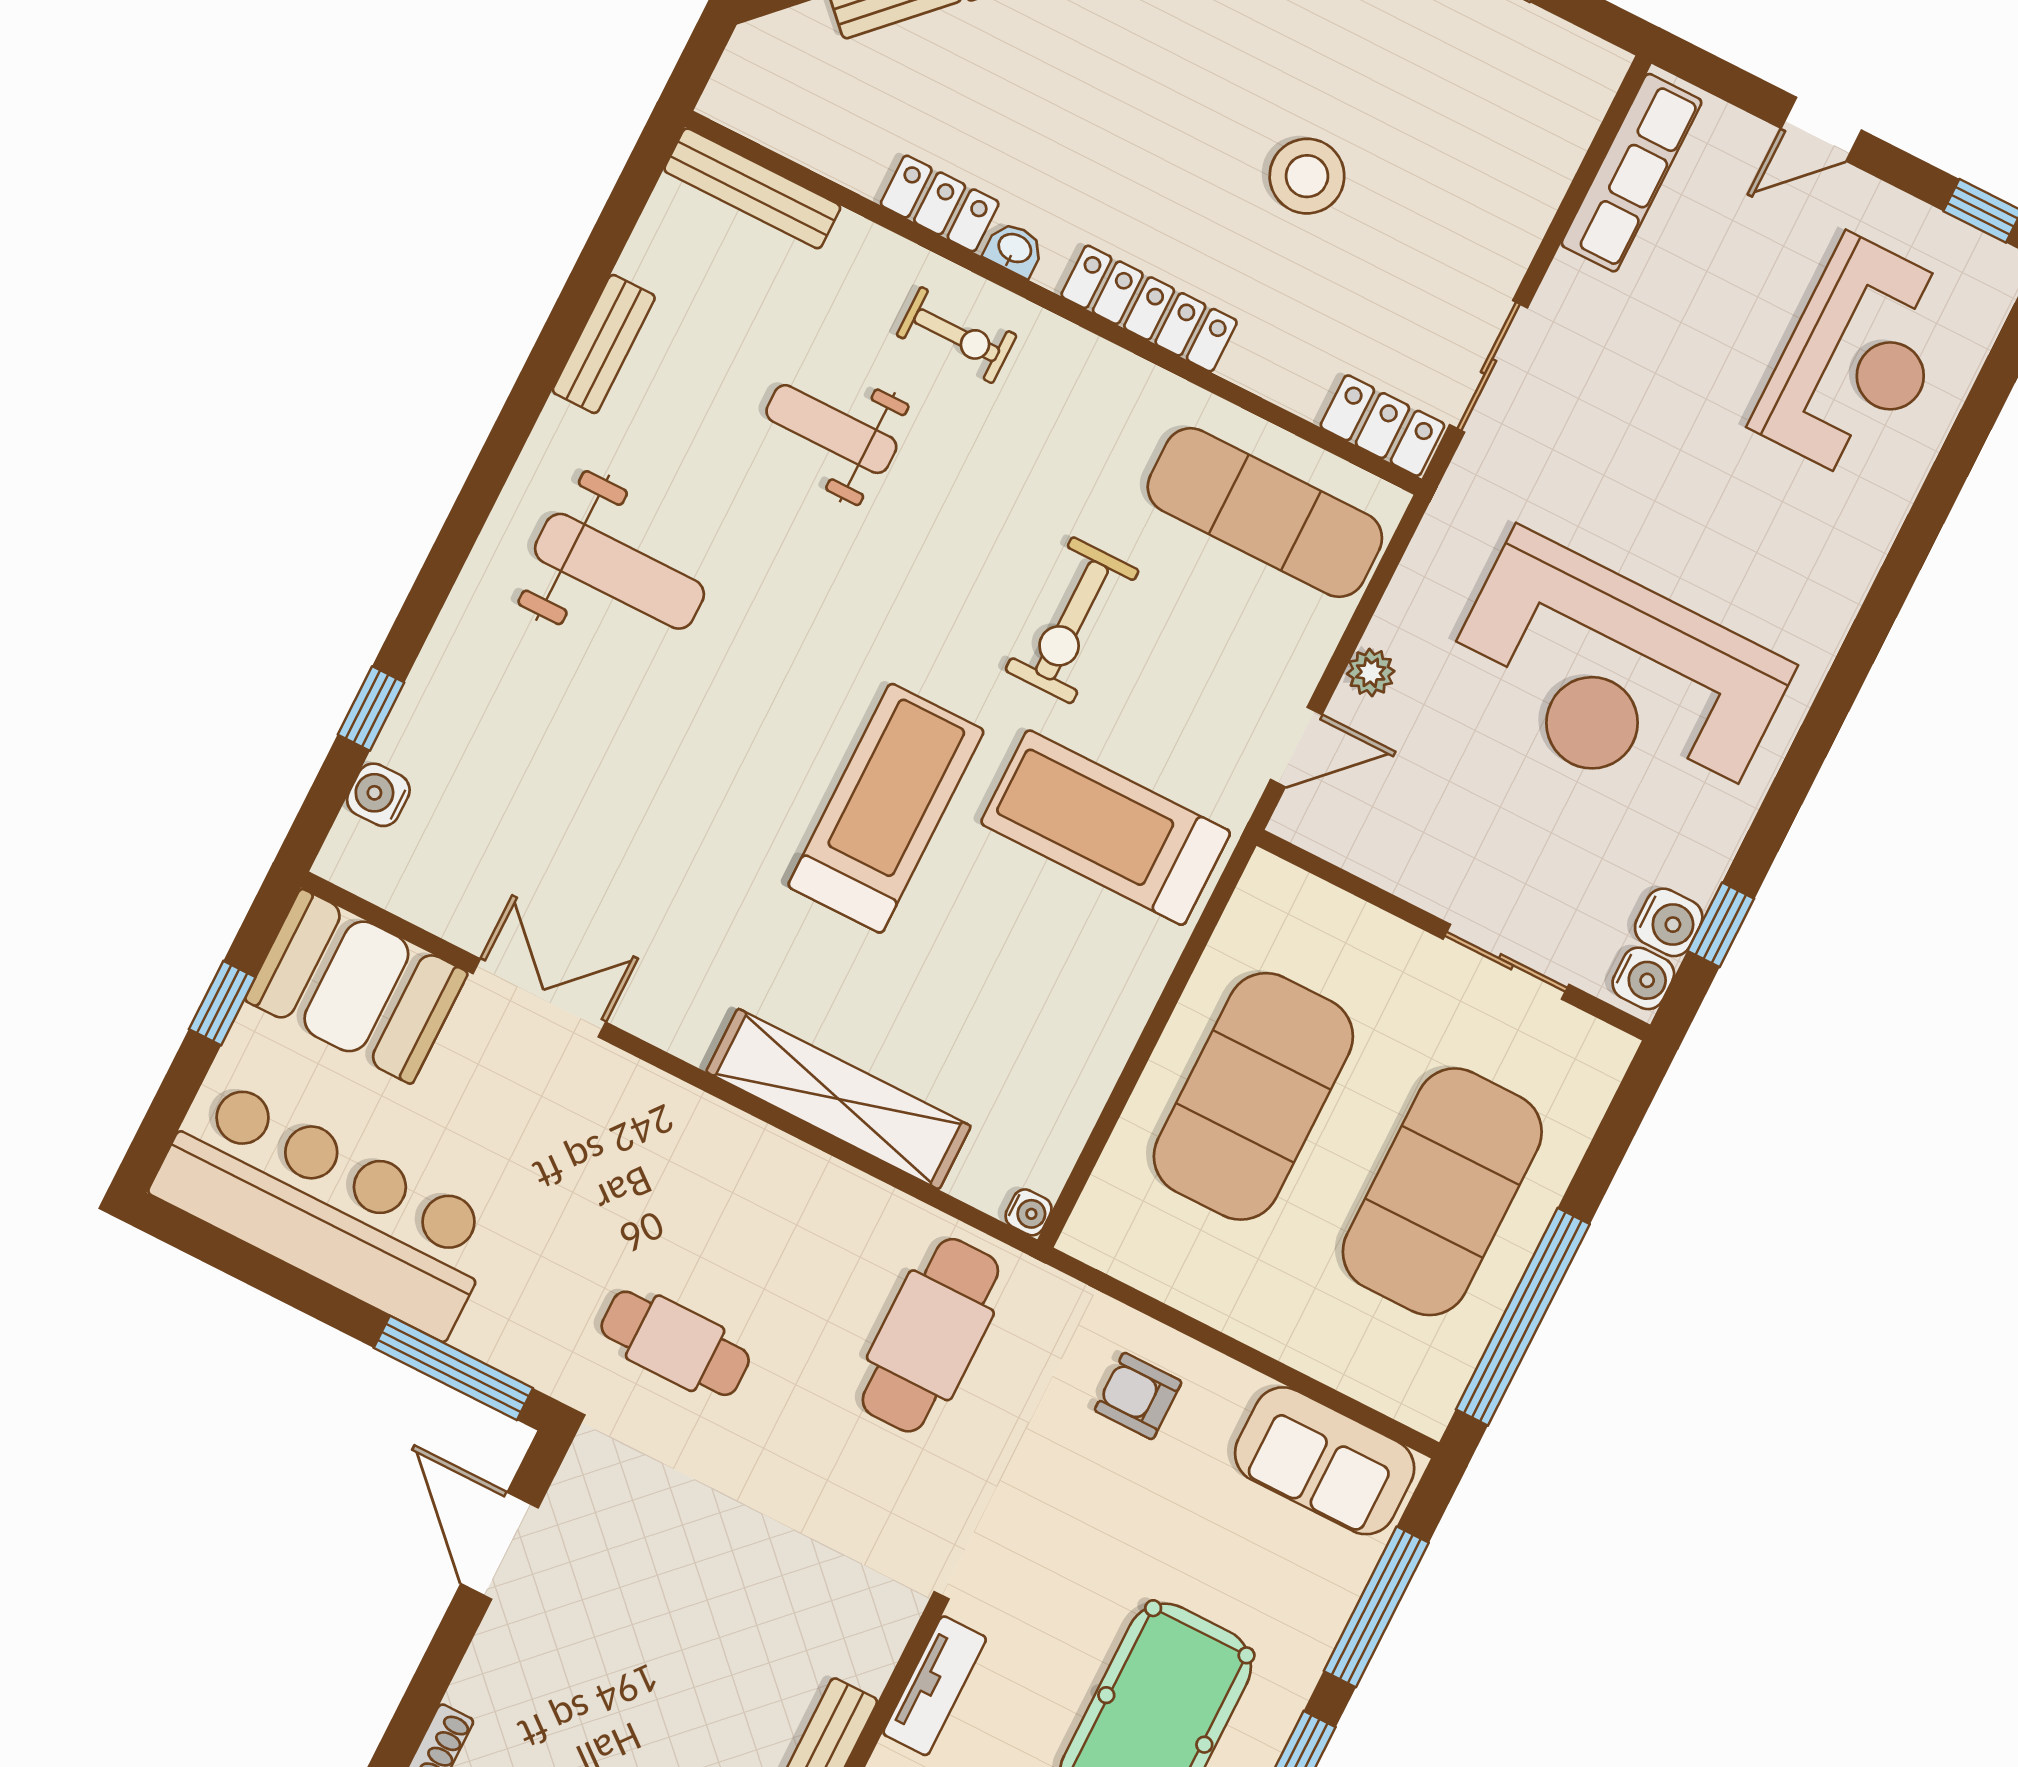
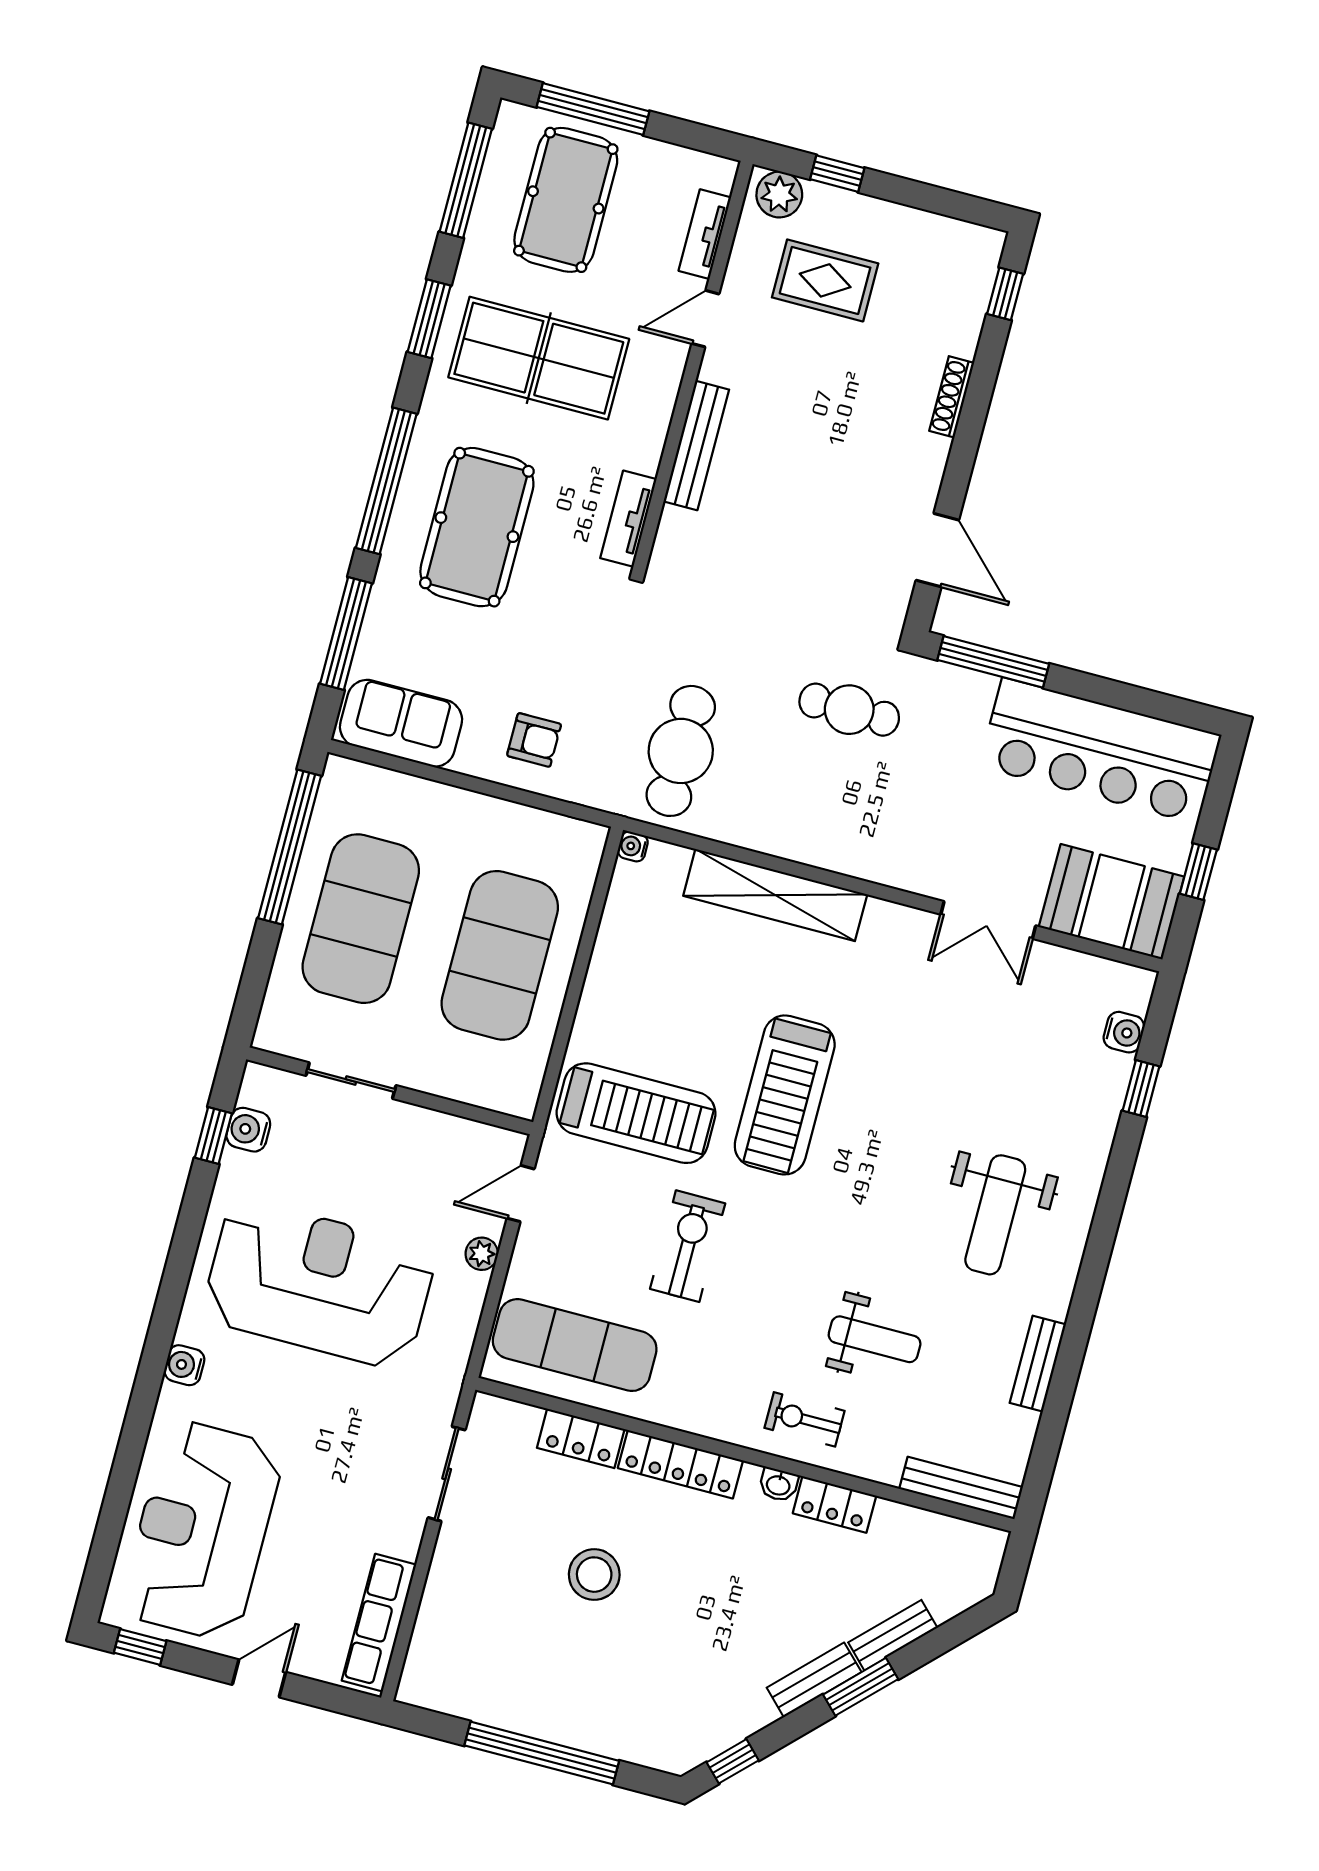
reception desk: (1858, 360) -> (202, 1530), width x1.36, depth x1.30
locker: (1382, 426) -> (581, 1438), moved
weight bench: (619, 571) -> (995, 1215), turned -90
water cooler: (1643, 978) -> (184, 1365), moved

